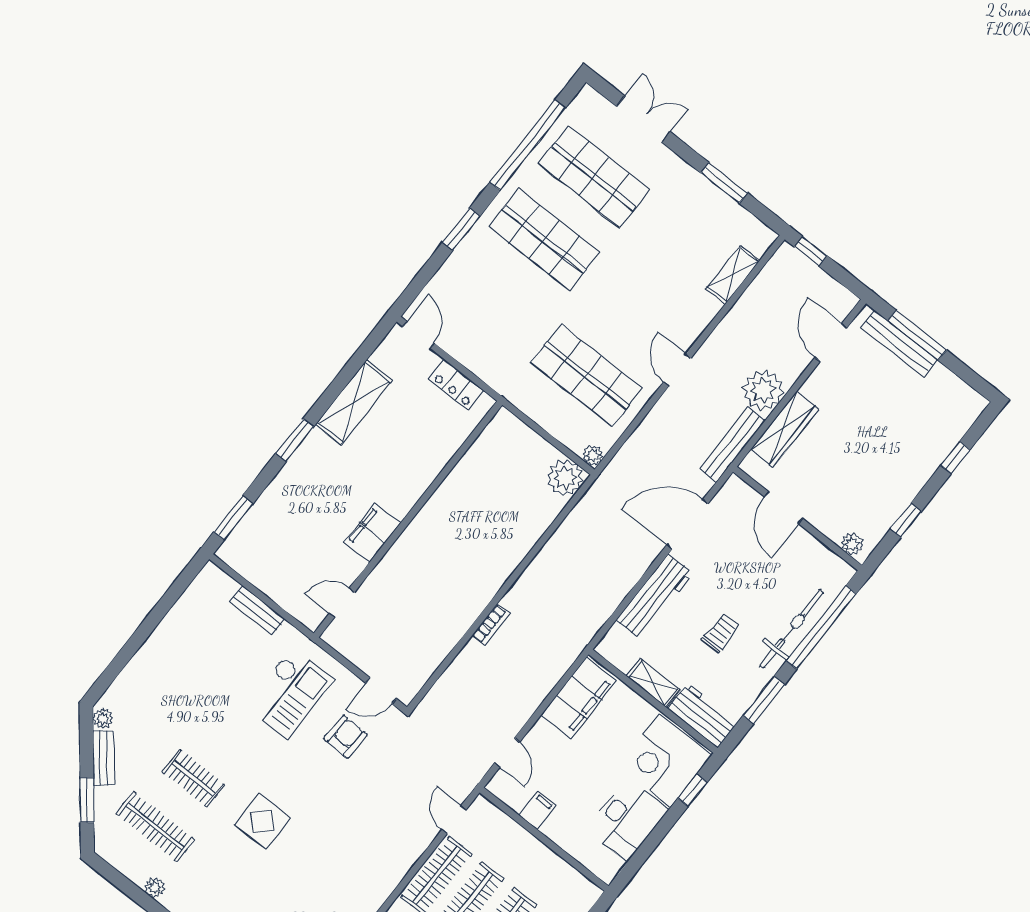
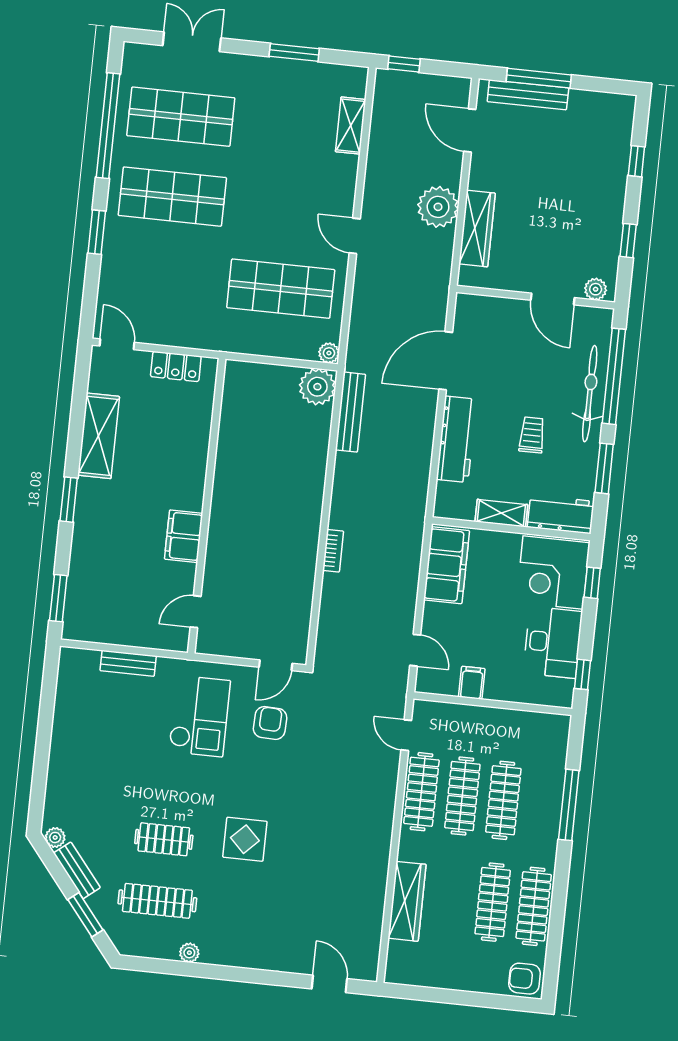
bench: (732, 445) -> (350, 412), moved
door: (783, 507) -> (553, 299), moved
window: (635, 862) -> (583, 674), added

